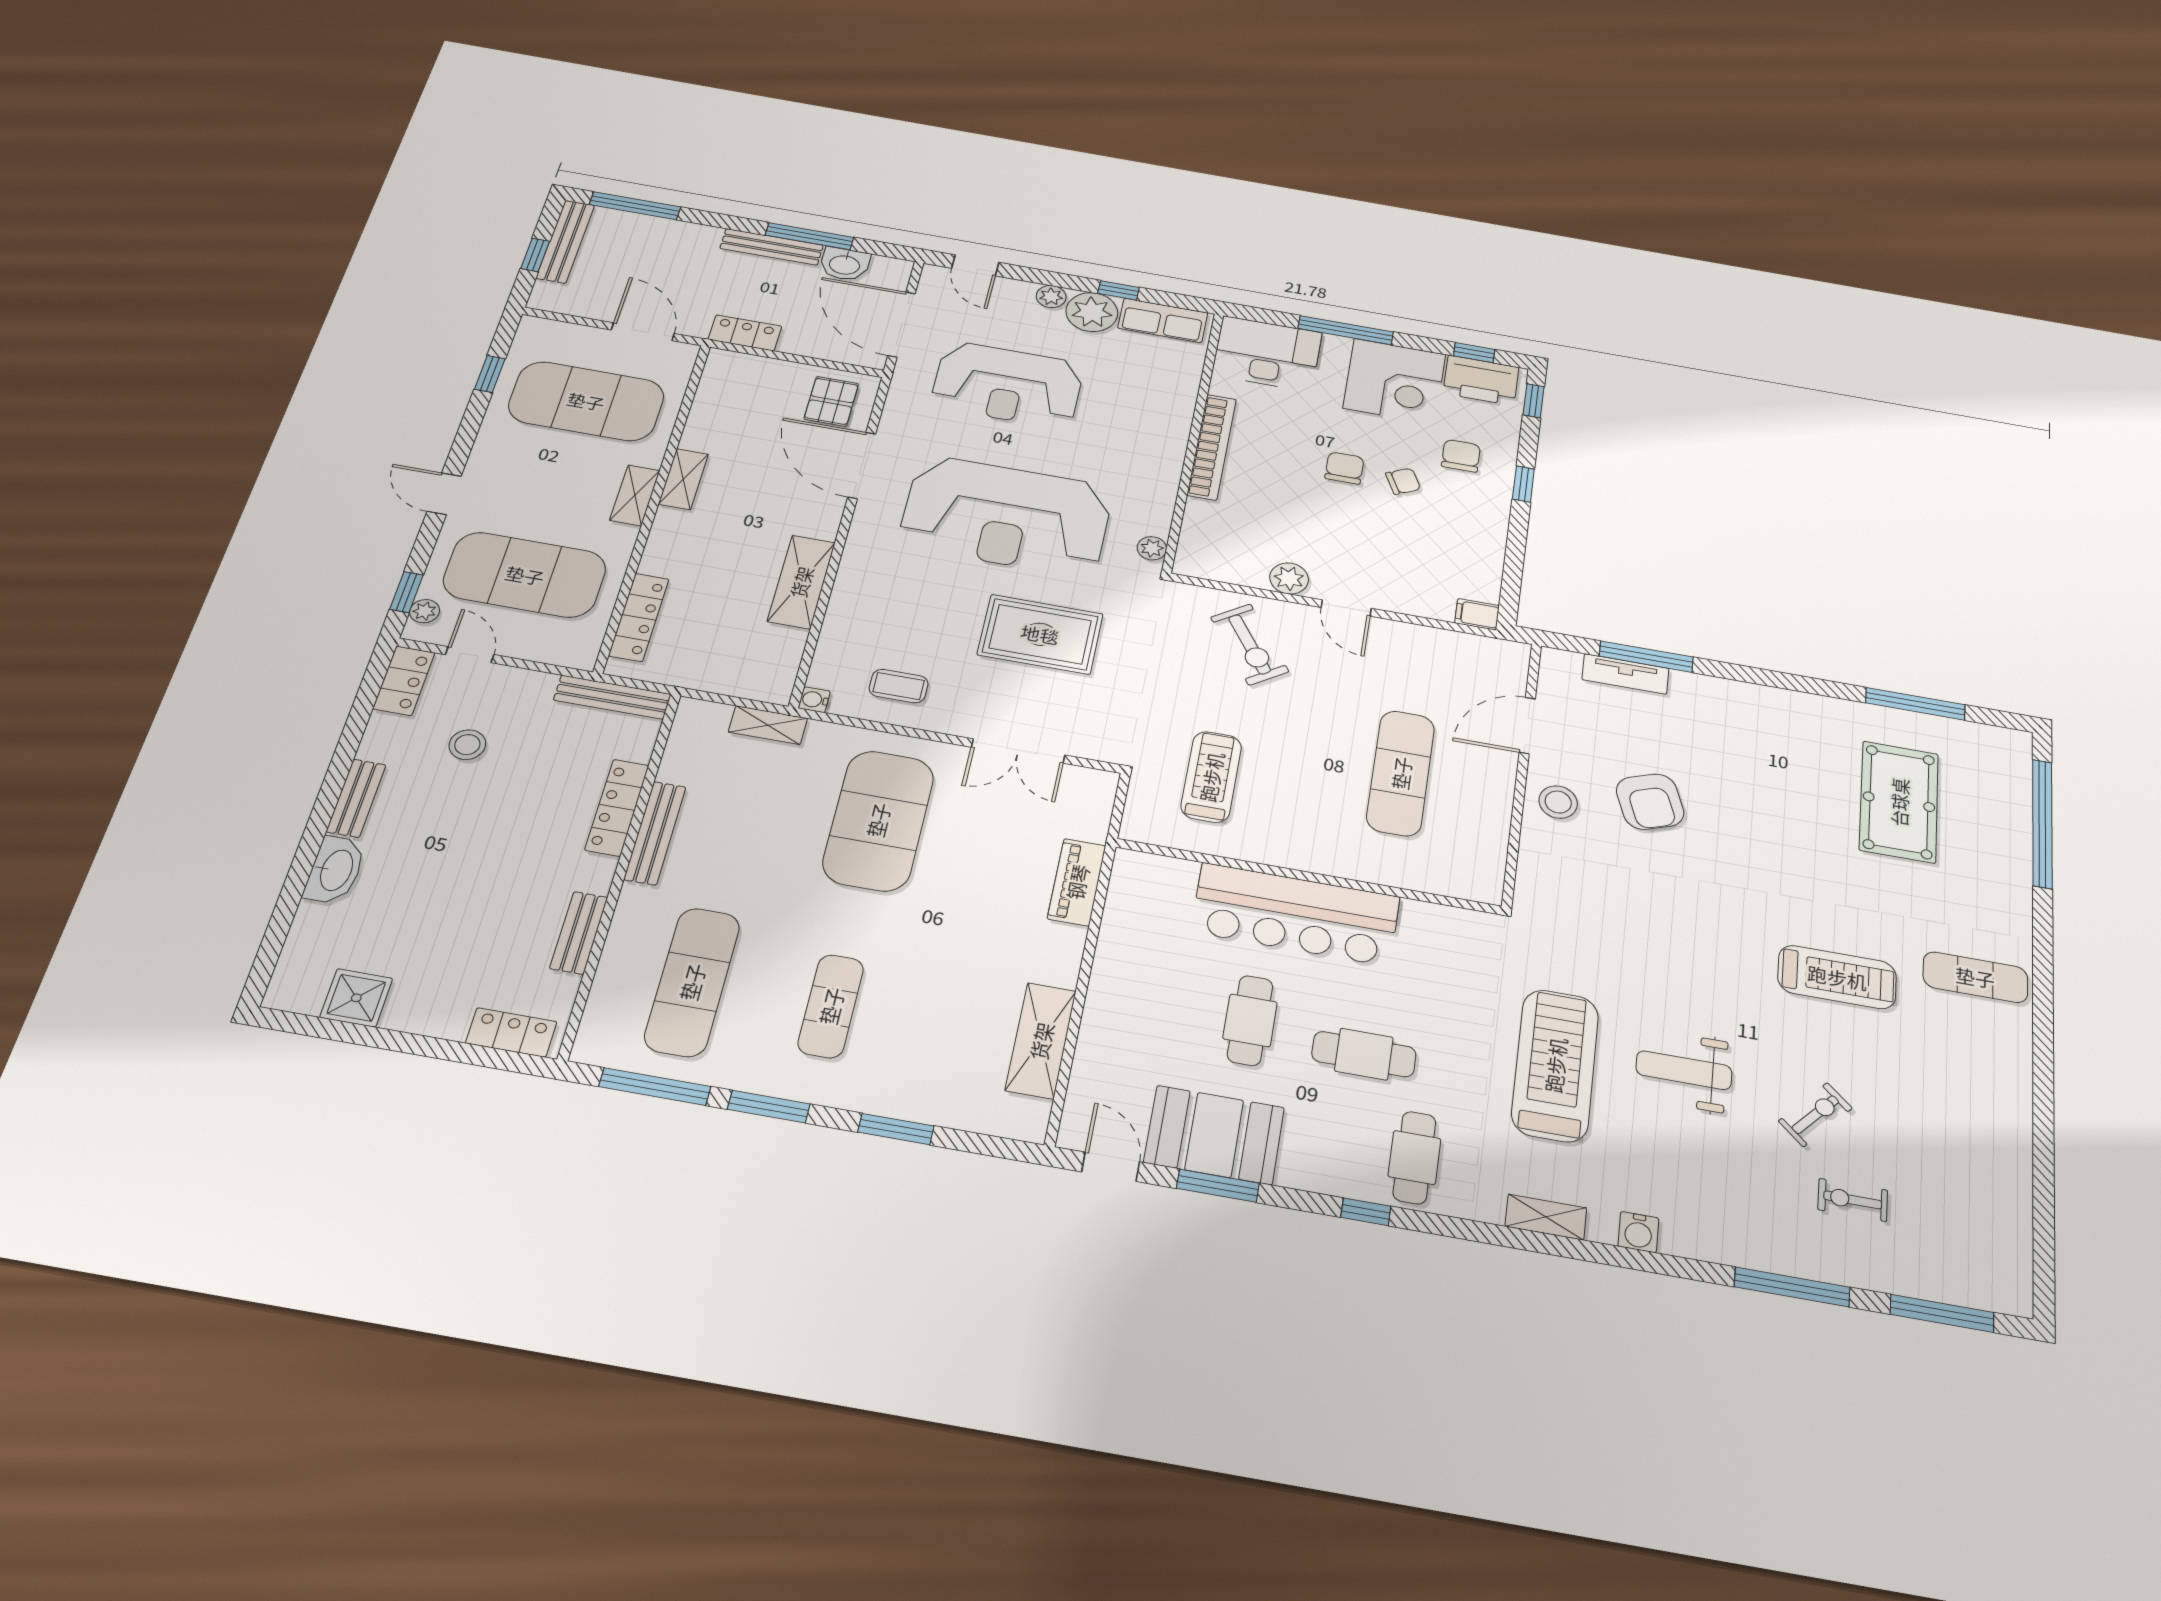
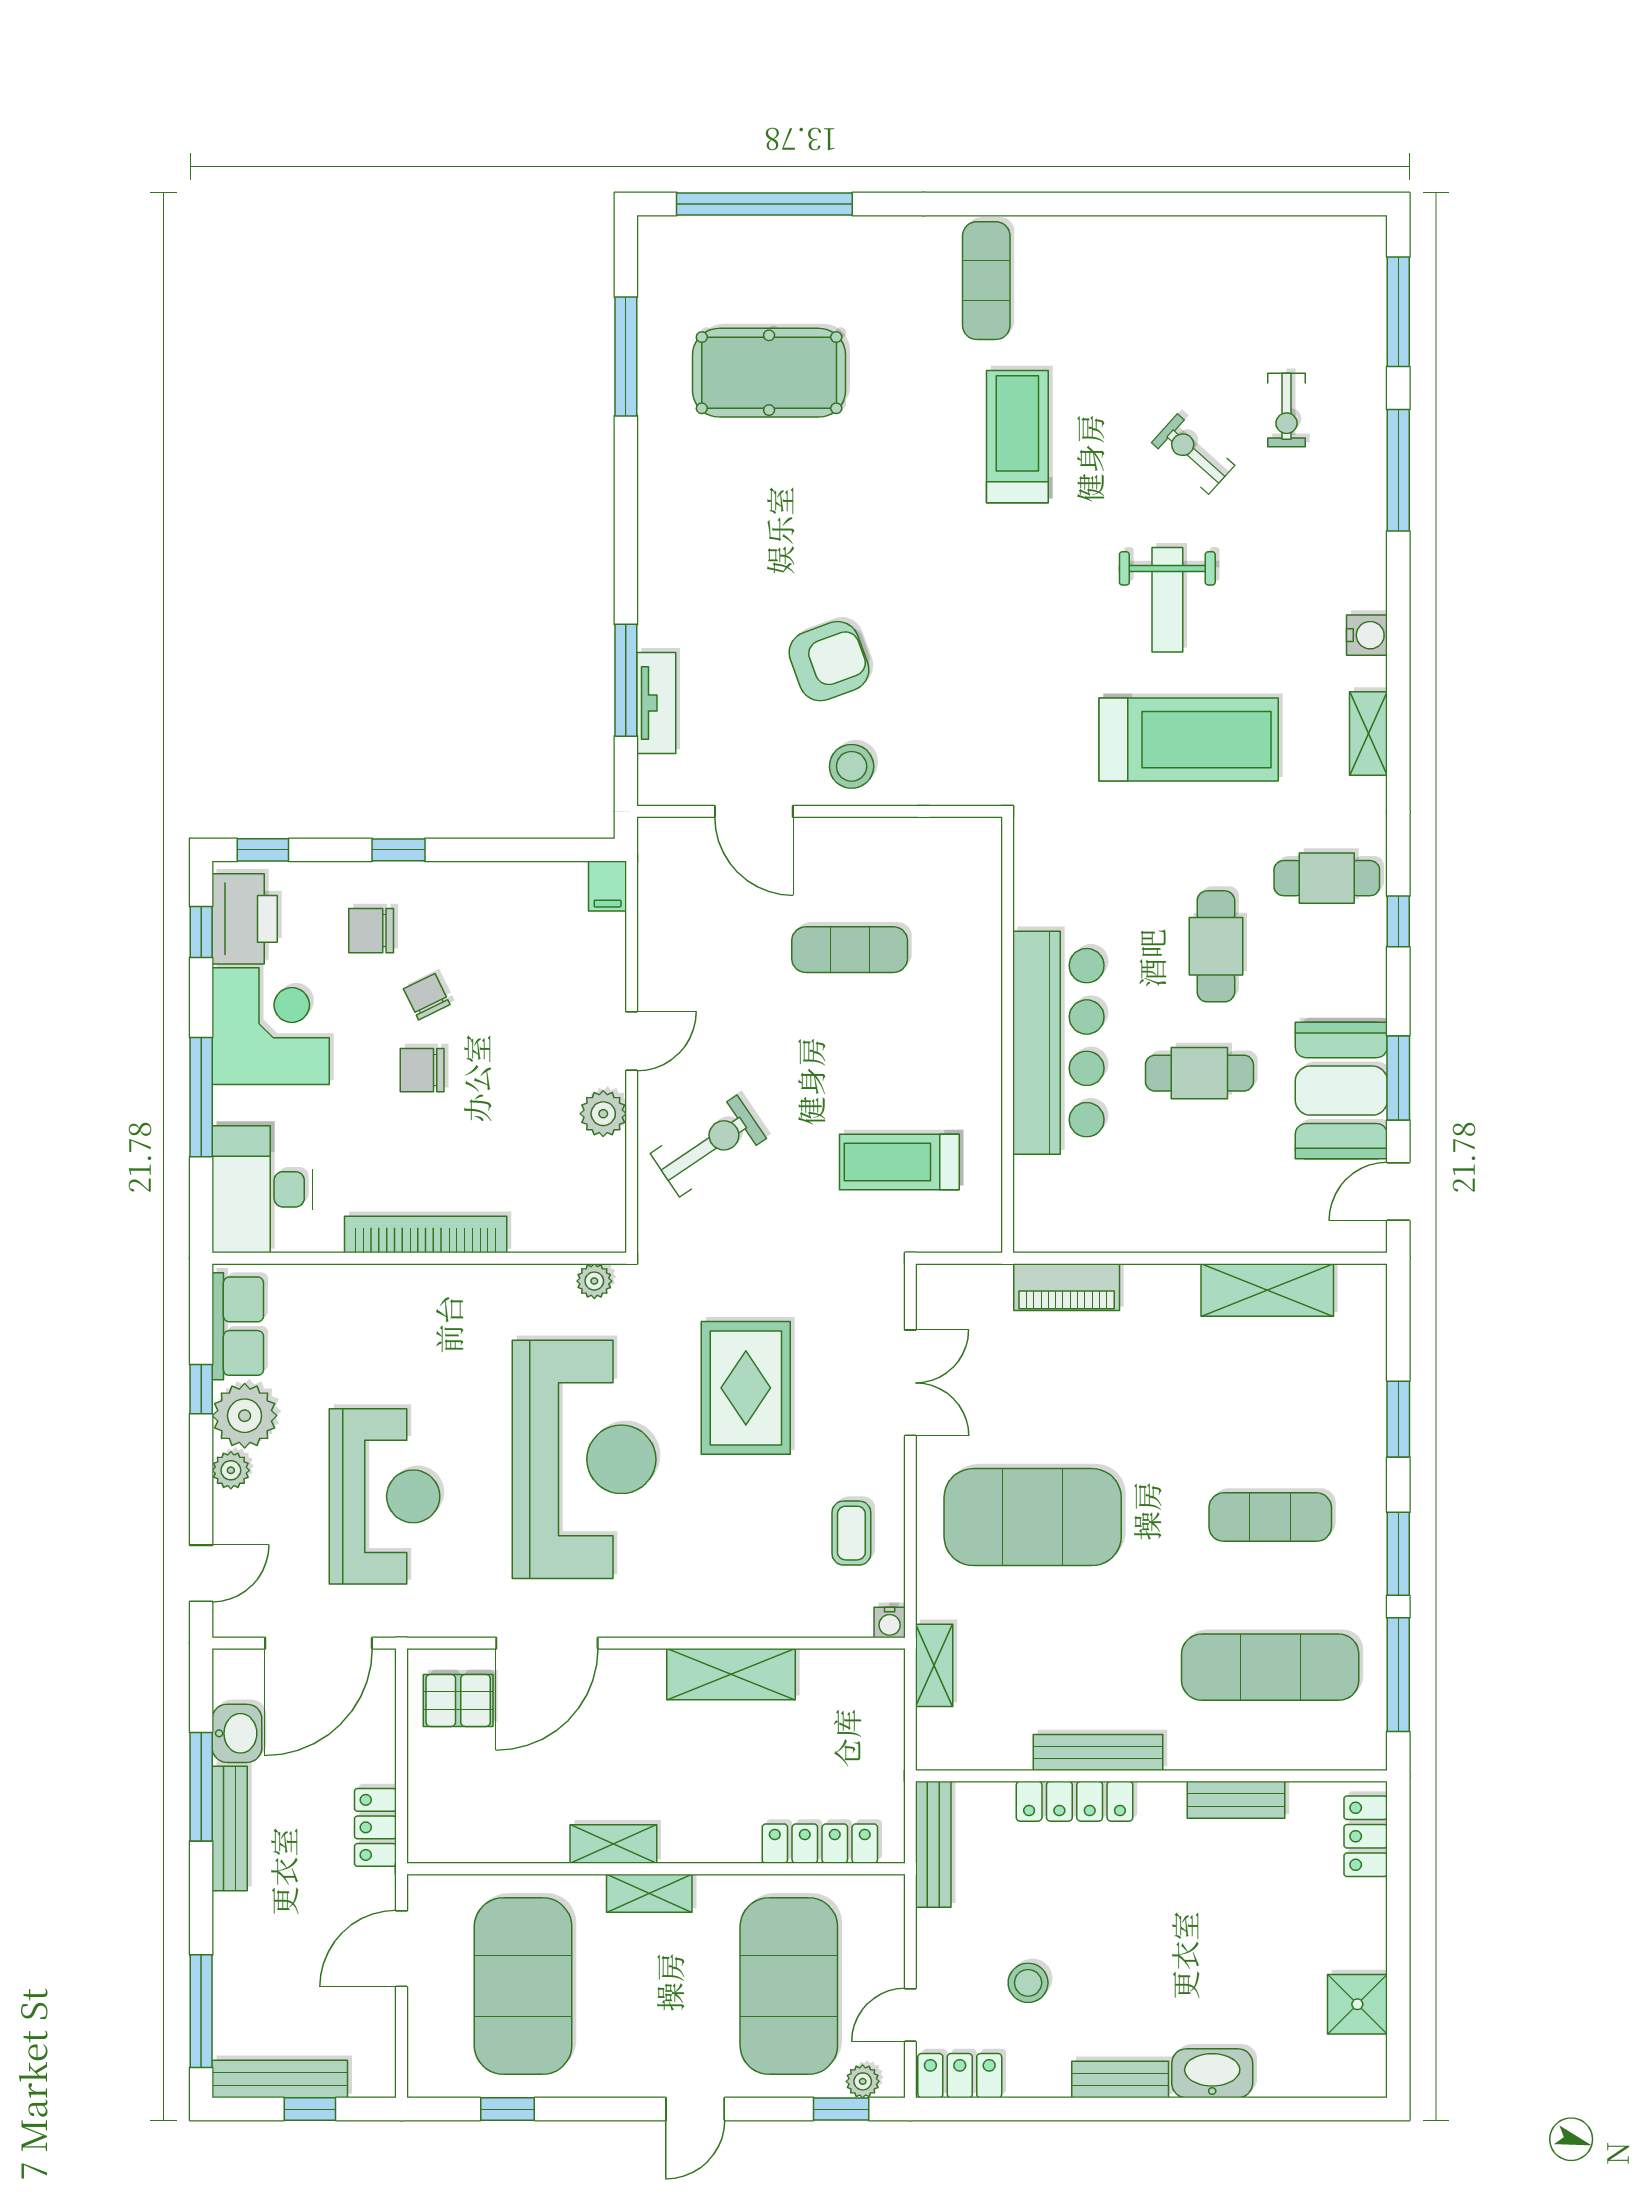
exercise mat: (1401, 773) -> (850, 950), width x0.73, depth x0.69
treadmill: (1555, 1065) -> (1189, 740), turned 180

